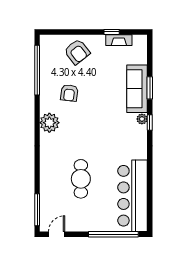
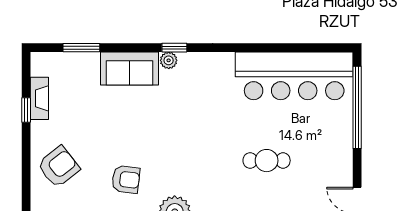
window: (150, 88) -> (81, 48), moved
sofa: (137, 89) -> (130, 69), width x0.73
cafe table: (81, 179) -> (267, 161), width x0.73, depth x0.74

